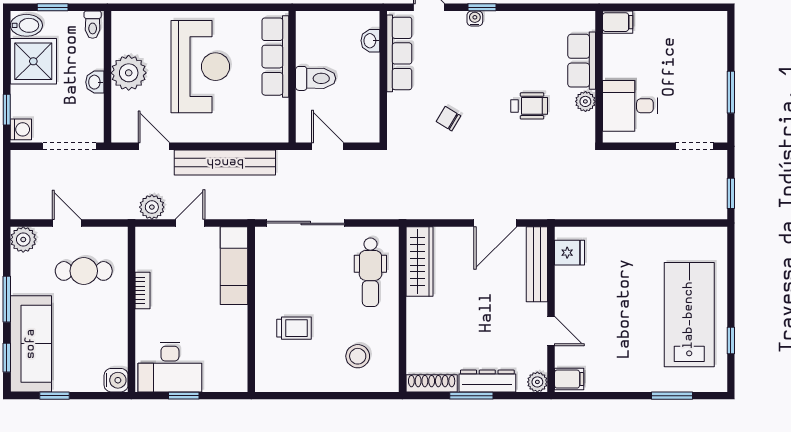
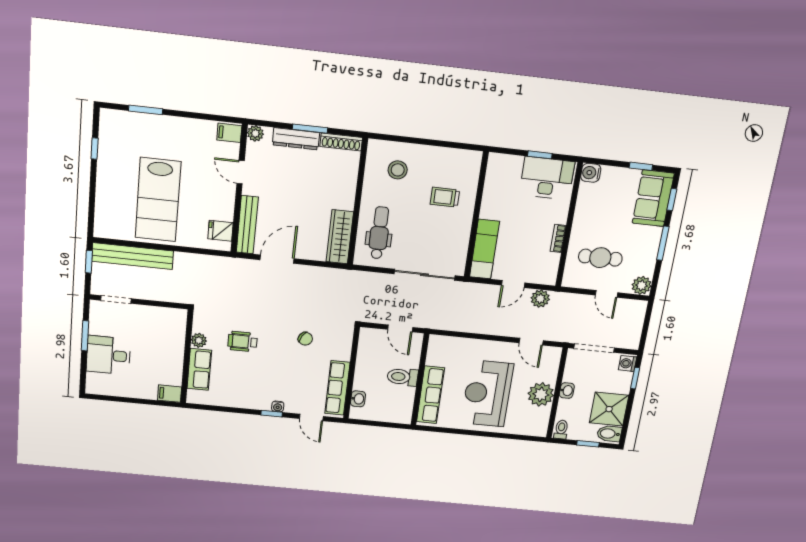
desk: (630, 106) -> (108, 355), moved, turned 180
bench: (225, 162) -> (133, 256), moved
lab bench: (689, 315) -> (158, 200), moved
sofa: (31, 344) -> (653, 198), width x0.73

